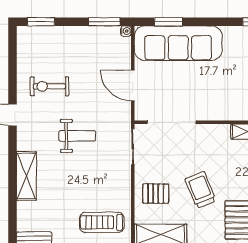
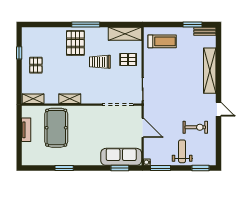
sofa: (178, 43) -> (121, 157), width x0.74, depth x0.79
weight bench: (77, 136) -> (182, 151), moved, turned 90
shelving: (26, 176) -> (210, 71), width x1.47
trolley: (200, 190) -> (100, 62), turned 112

